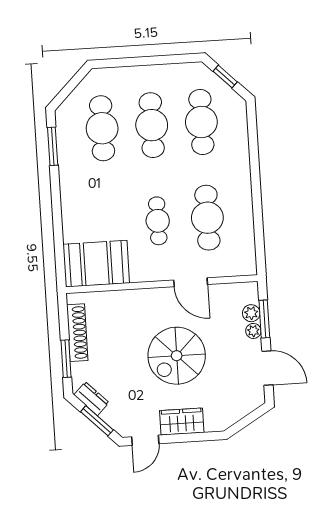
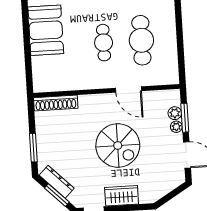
booth: (96, 264) -> (46, 30), moved, turned 90
shoe rack: (77, 333) -> (56, 103), moved, turned 90
spiral stairs: (177, 356) -> (118, 146), turned -90
dresser: (91, 399) -> (57, 182), width x1.44

